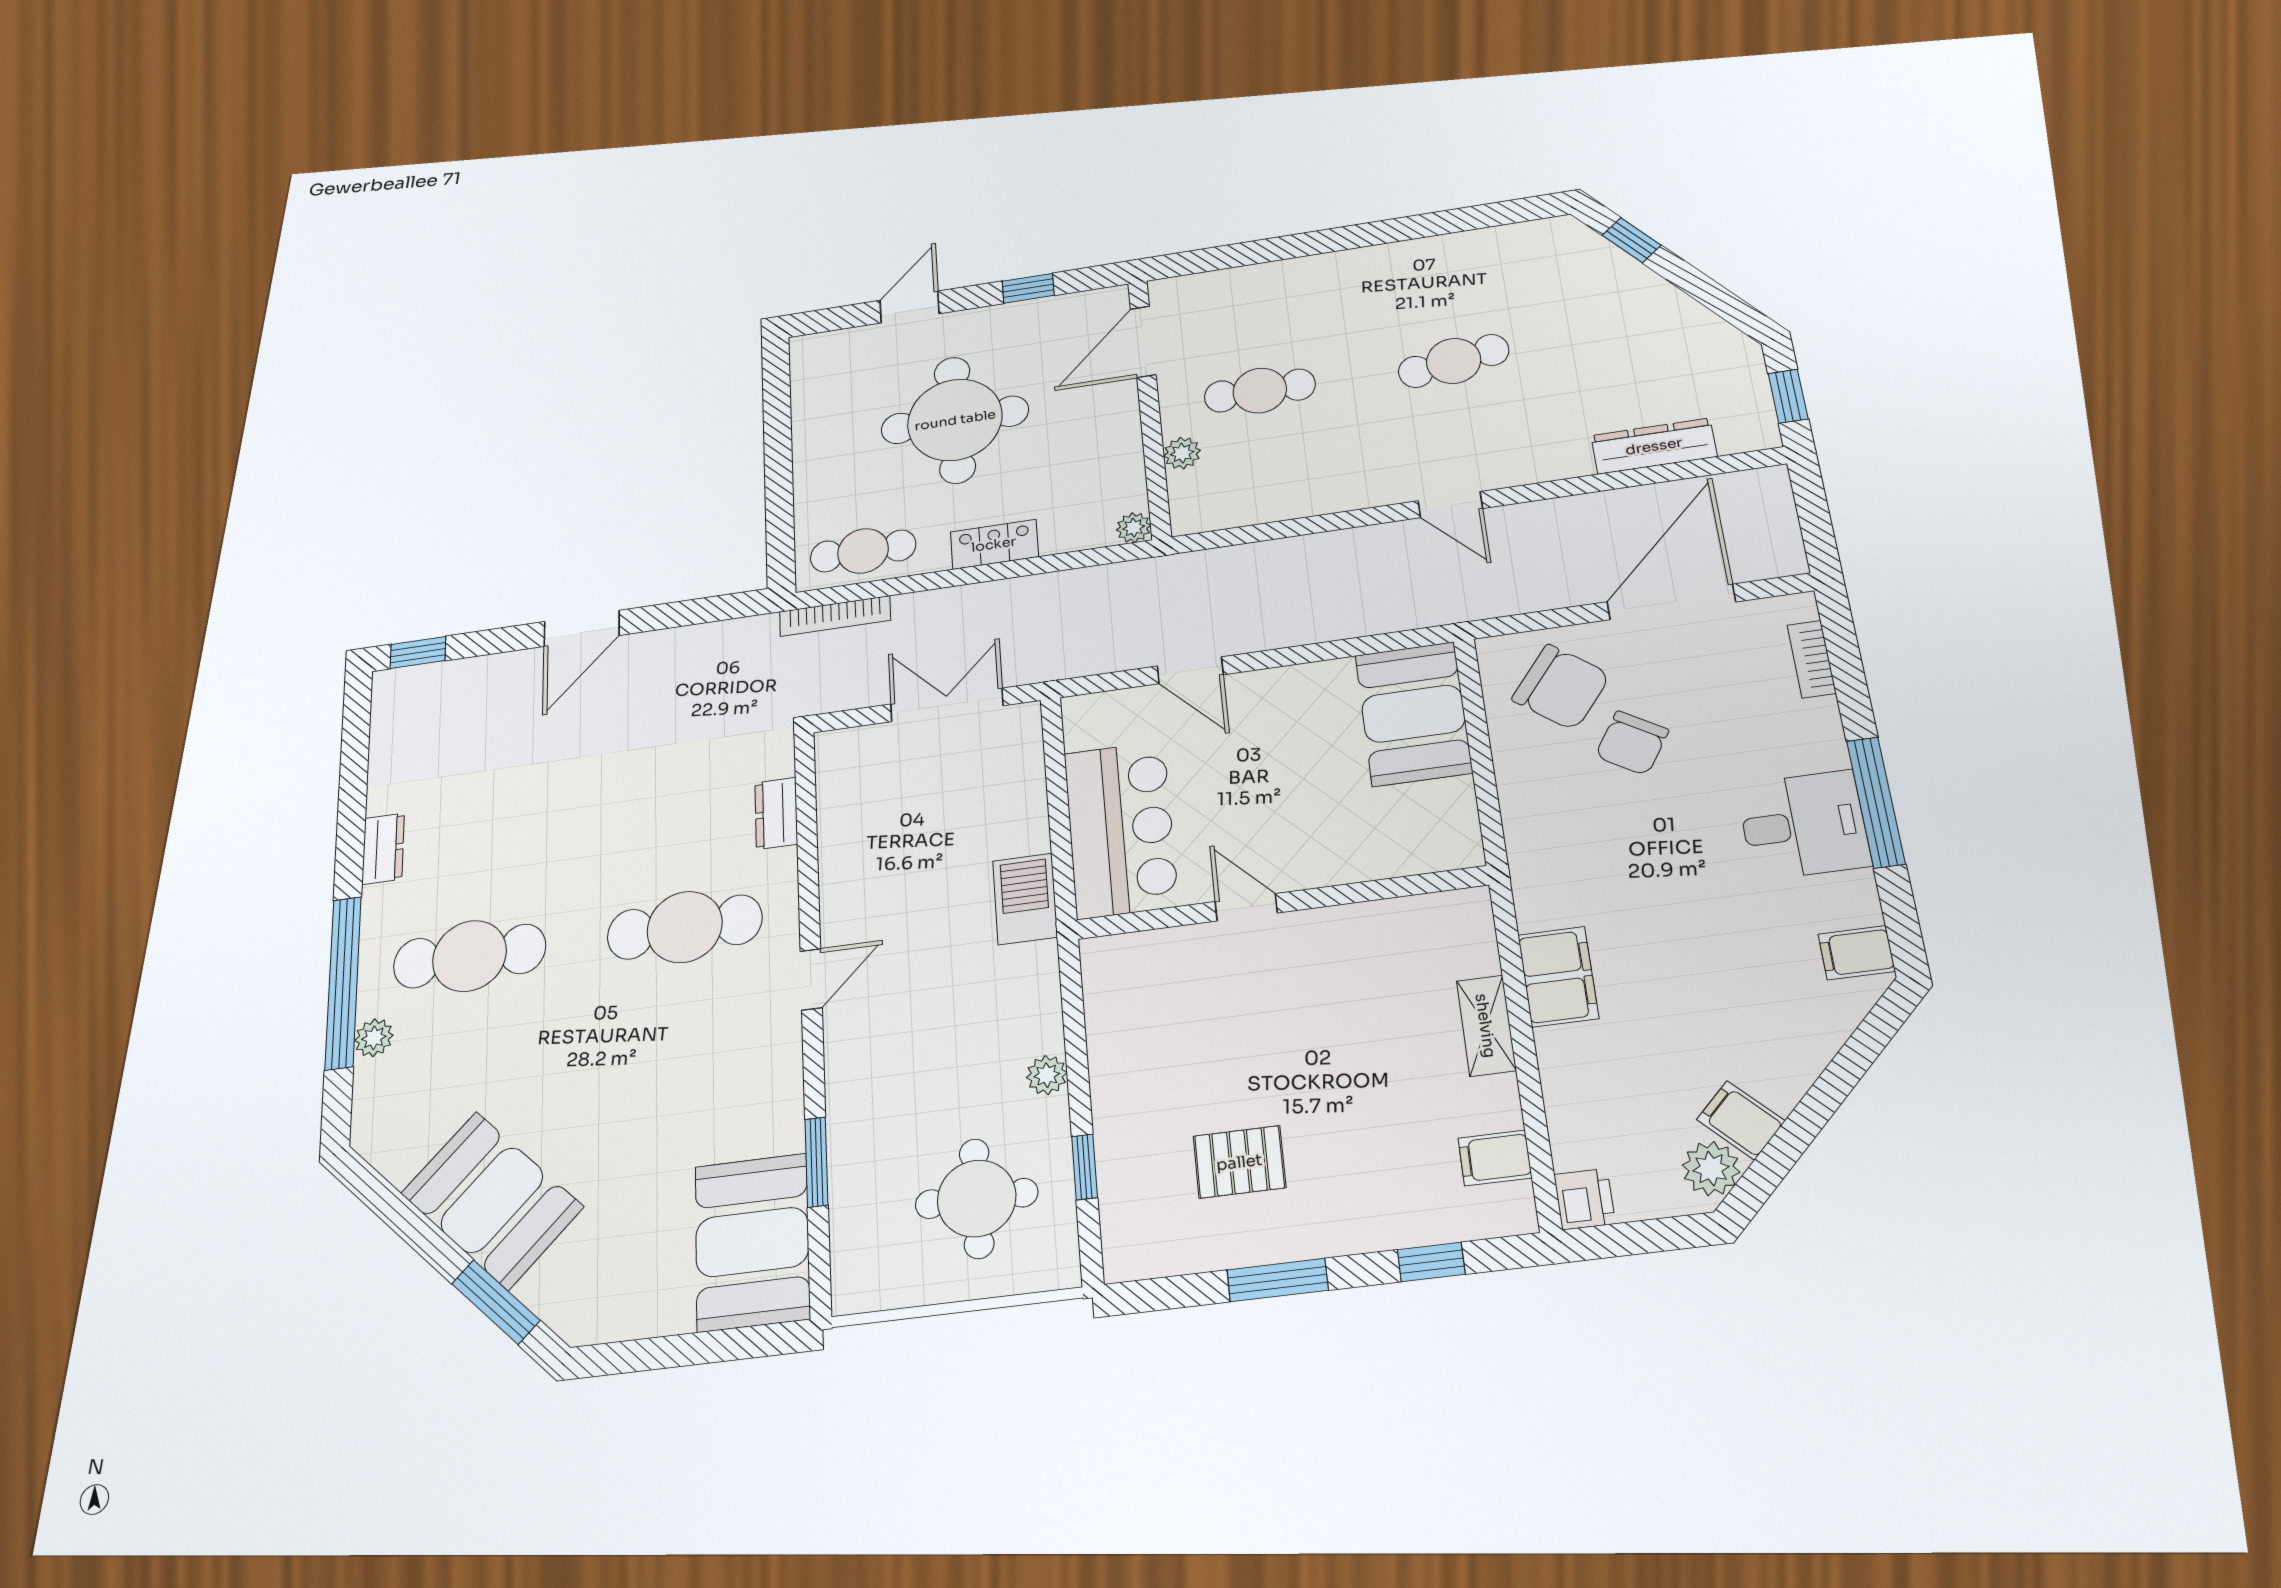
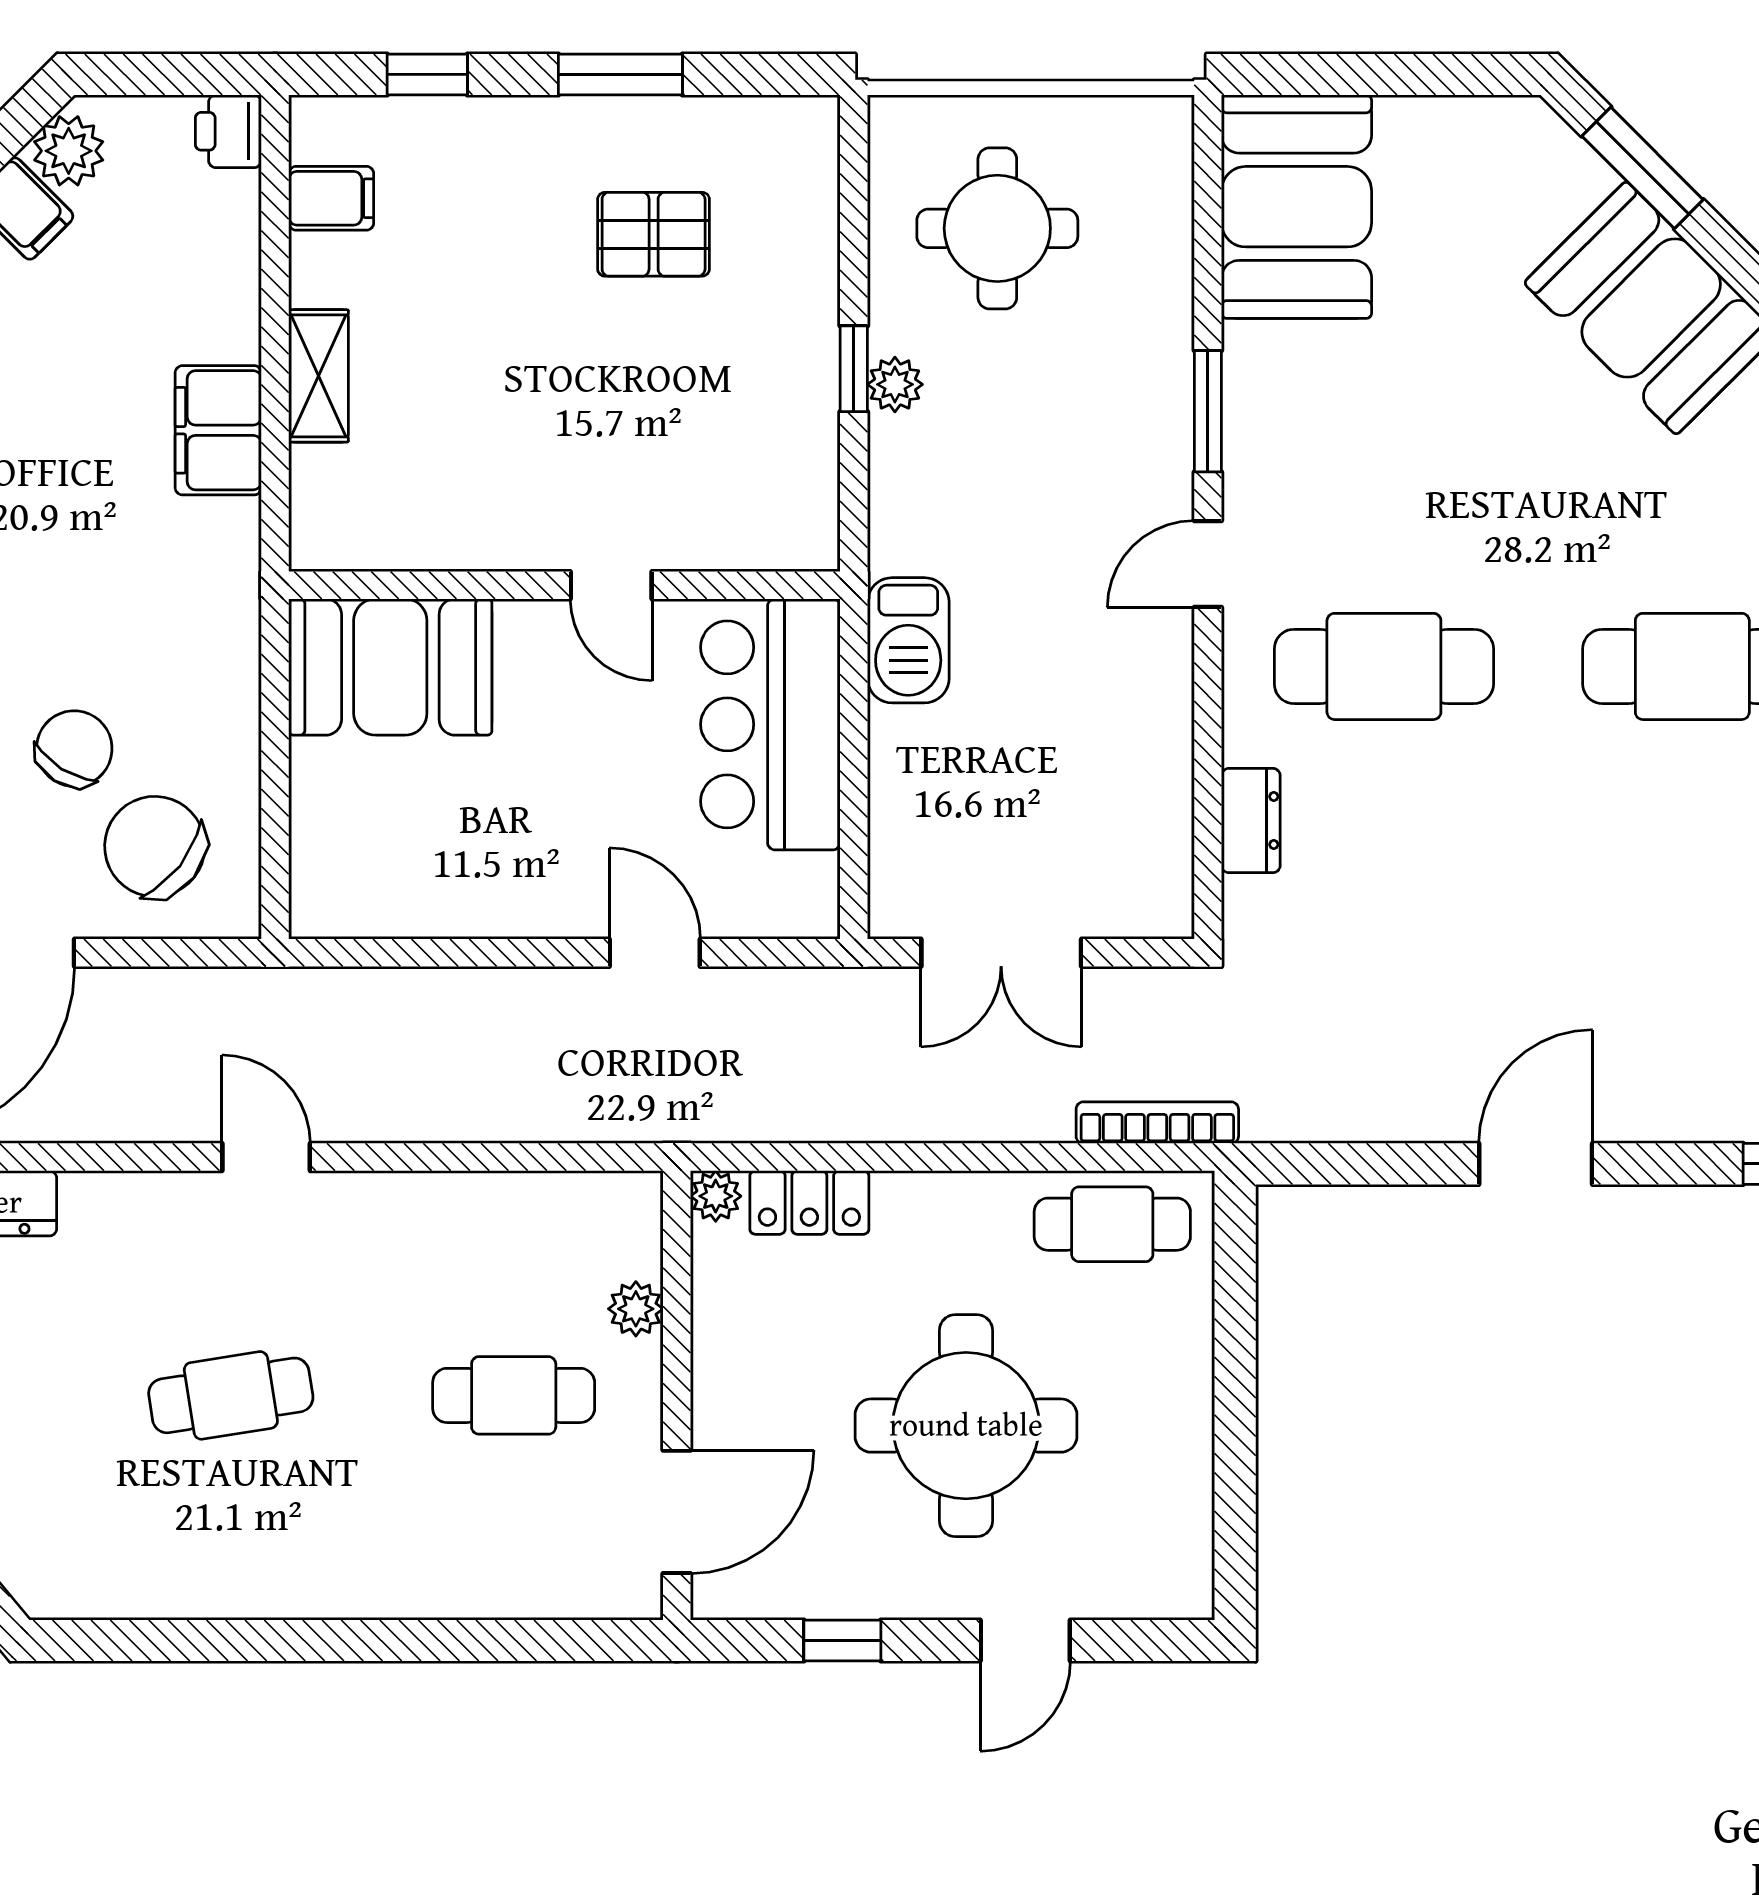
locker: (994, 544) -> (809, 1202), moved
booth: (1413, 714) -> (390, 667), moved, turned 90
window: (816, 1162) -> (1208, 411), moved
window: (1085, 1167) -> (854, 369), moved

